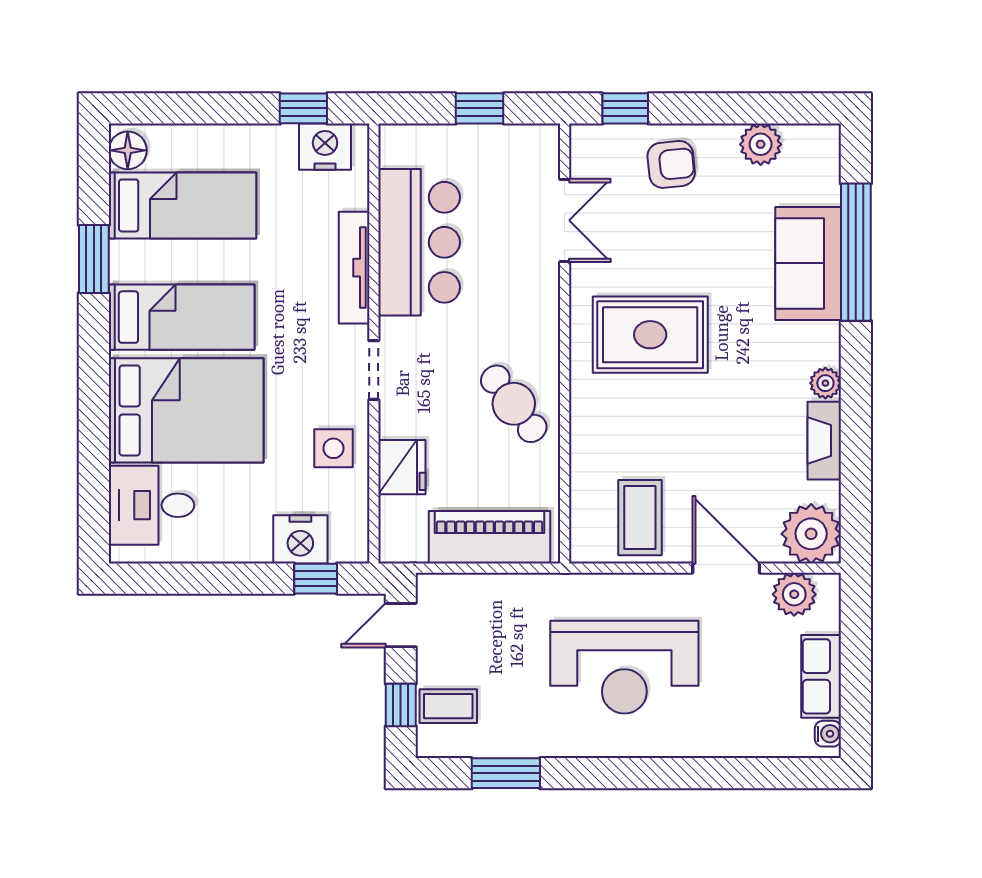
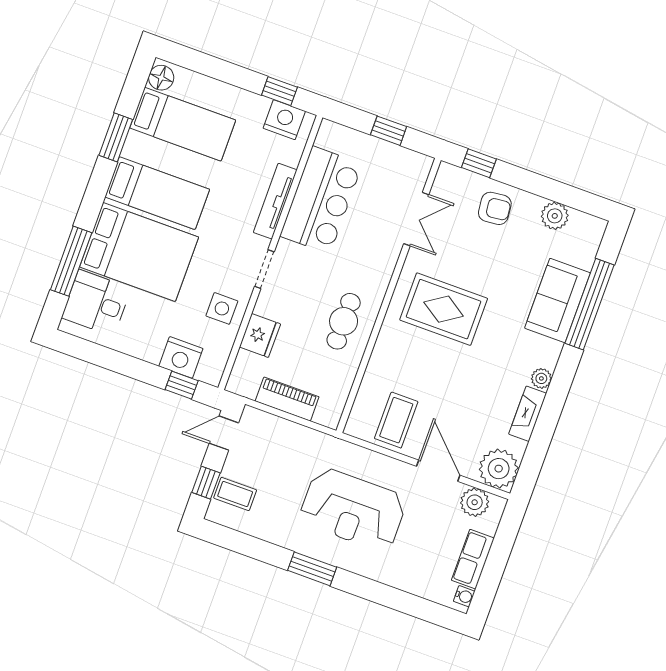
cafe table: (514, 404) -> (344, 321), turned 37
window: (94, 459) -> (71, 261), added
piano: (490, 537) -> (287, 399), width x0.73, depth x0.75
window: (506, 773) -> (312, 569), moved

